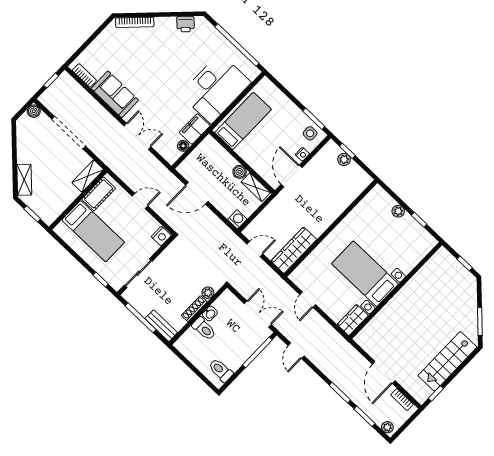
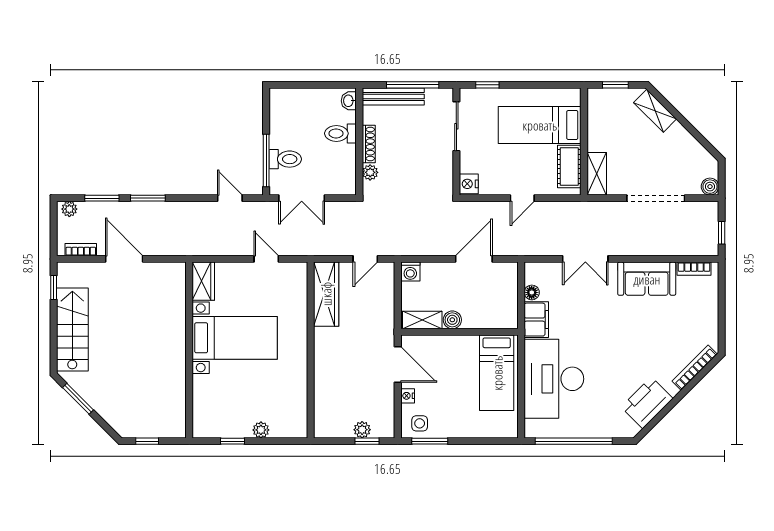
printer: (185, 24) -> (647, 403), width x1.87, depth x1.48
washbasin: (210, 314) -> (349, 101), moved
bench: (161, 326) -> (393, 97), width x1.36
toilet: (221, 370) -> (285, 159), moved

